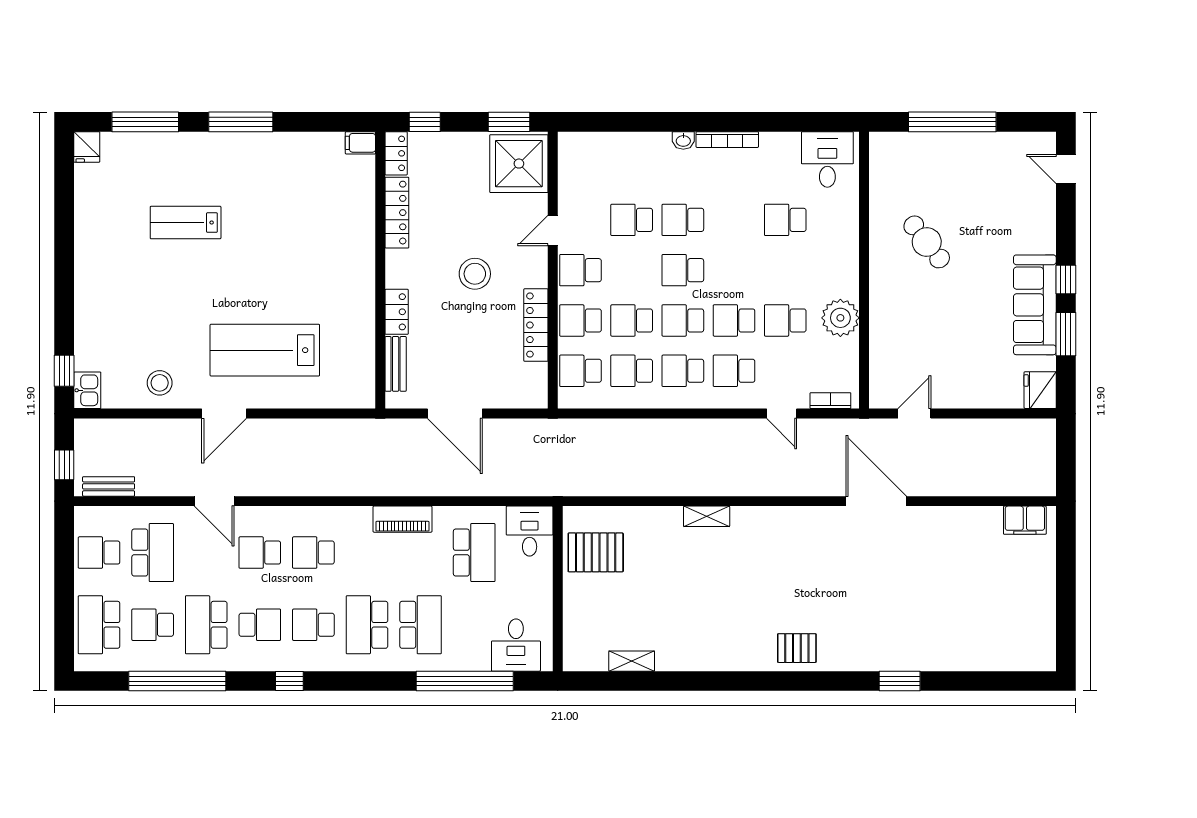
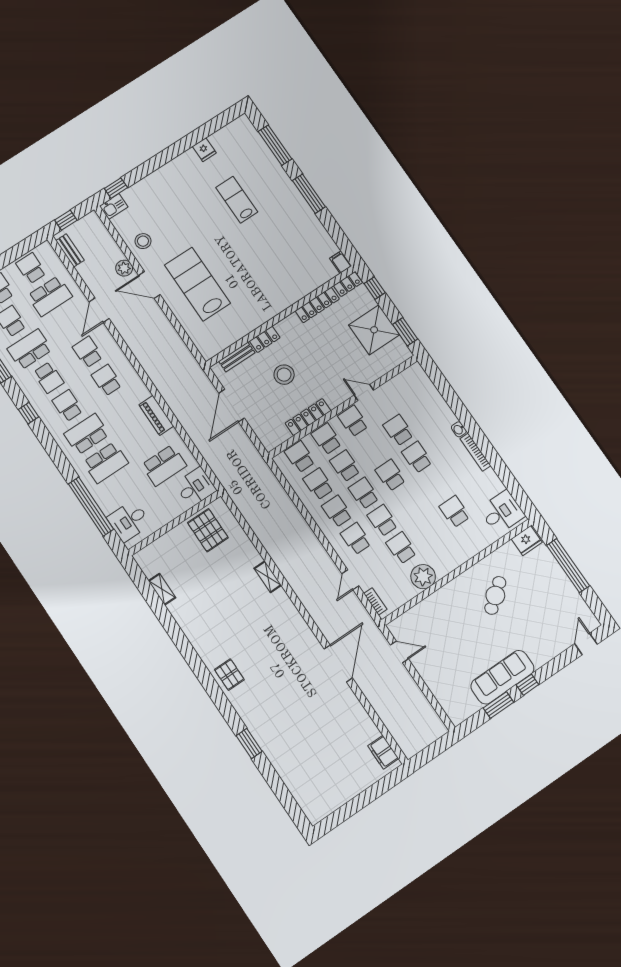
fridge: (87, 147) -> (204, 150), moved, turned -90
shower: (519, 164) -> (374, 330), moved
stool: (475, 274) -> (284, 375), moved
fridge: (1040, 390) -> (527, 541), moved, turned 180
plant: (180, 431) -> (124, 268), added

